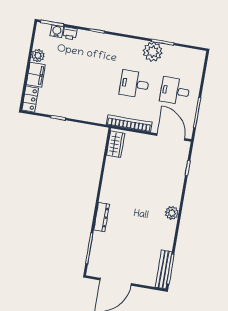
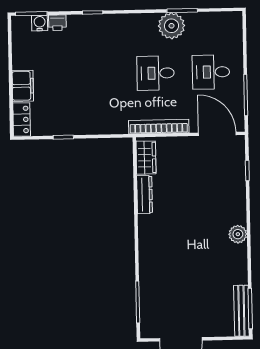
plant: (38, 56) -> (21, 60), removed
dresser: (102, 217) -> (145, 195), moved

